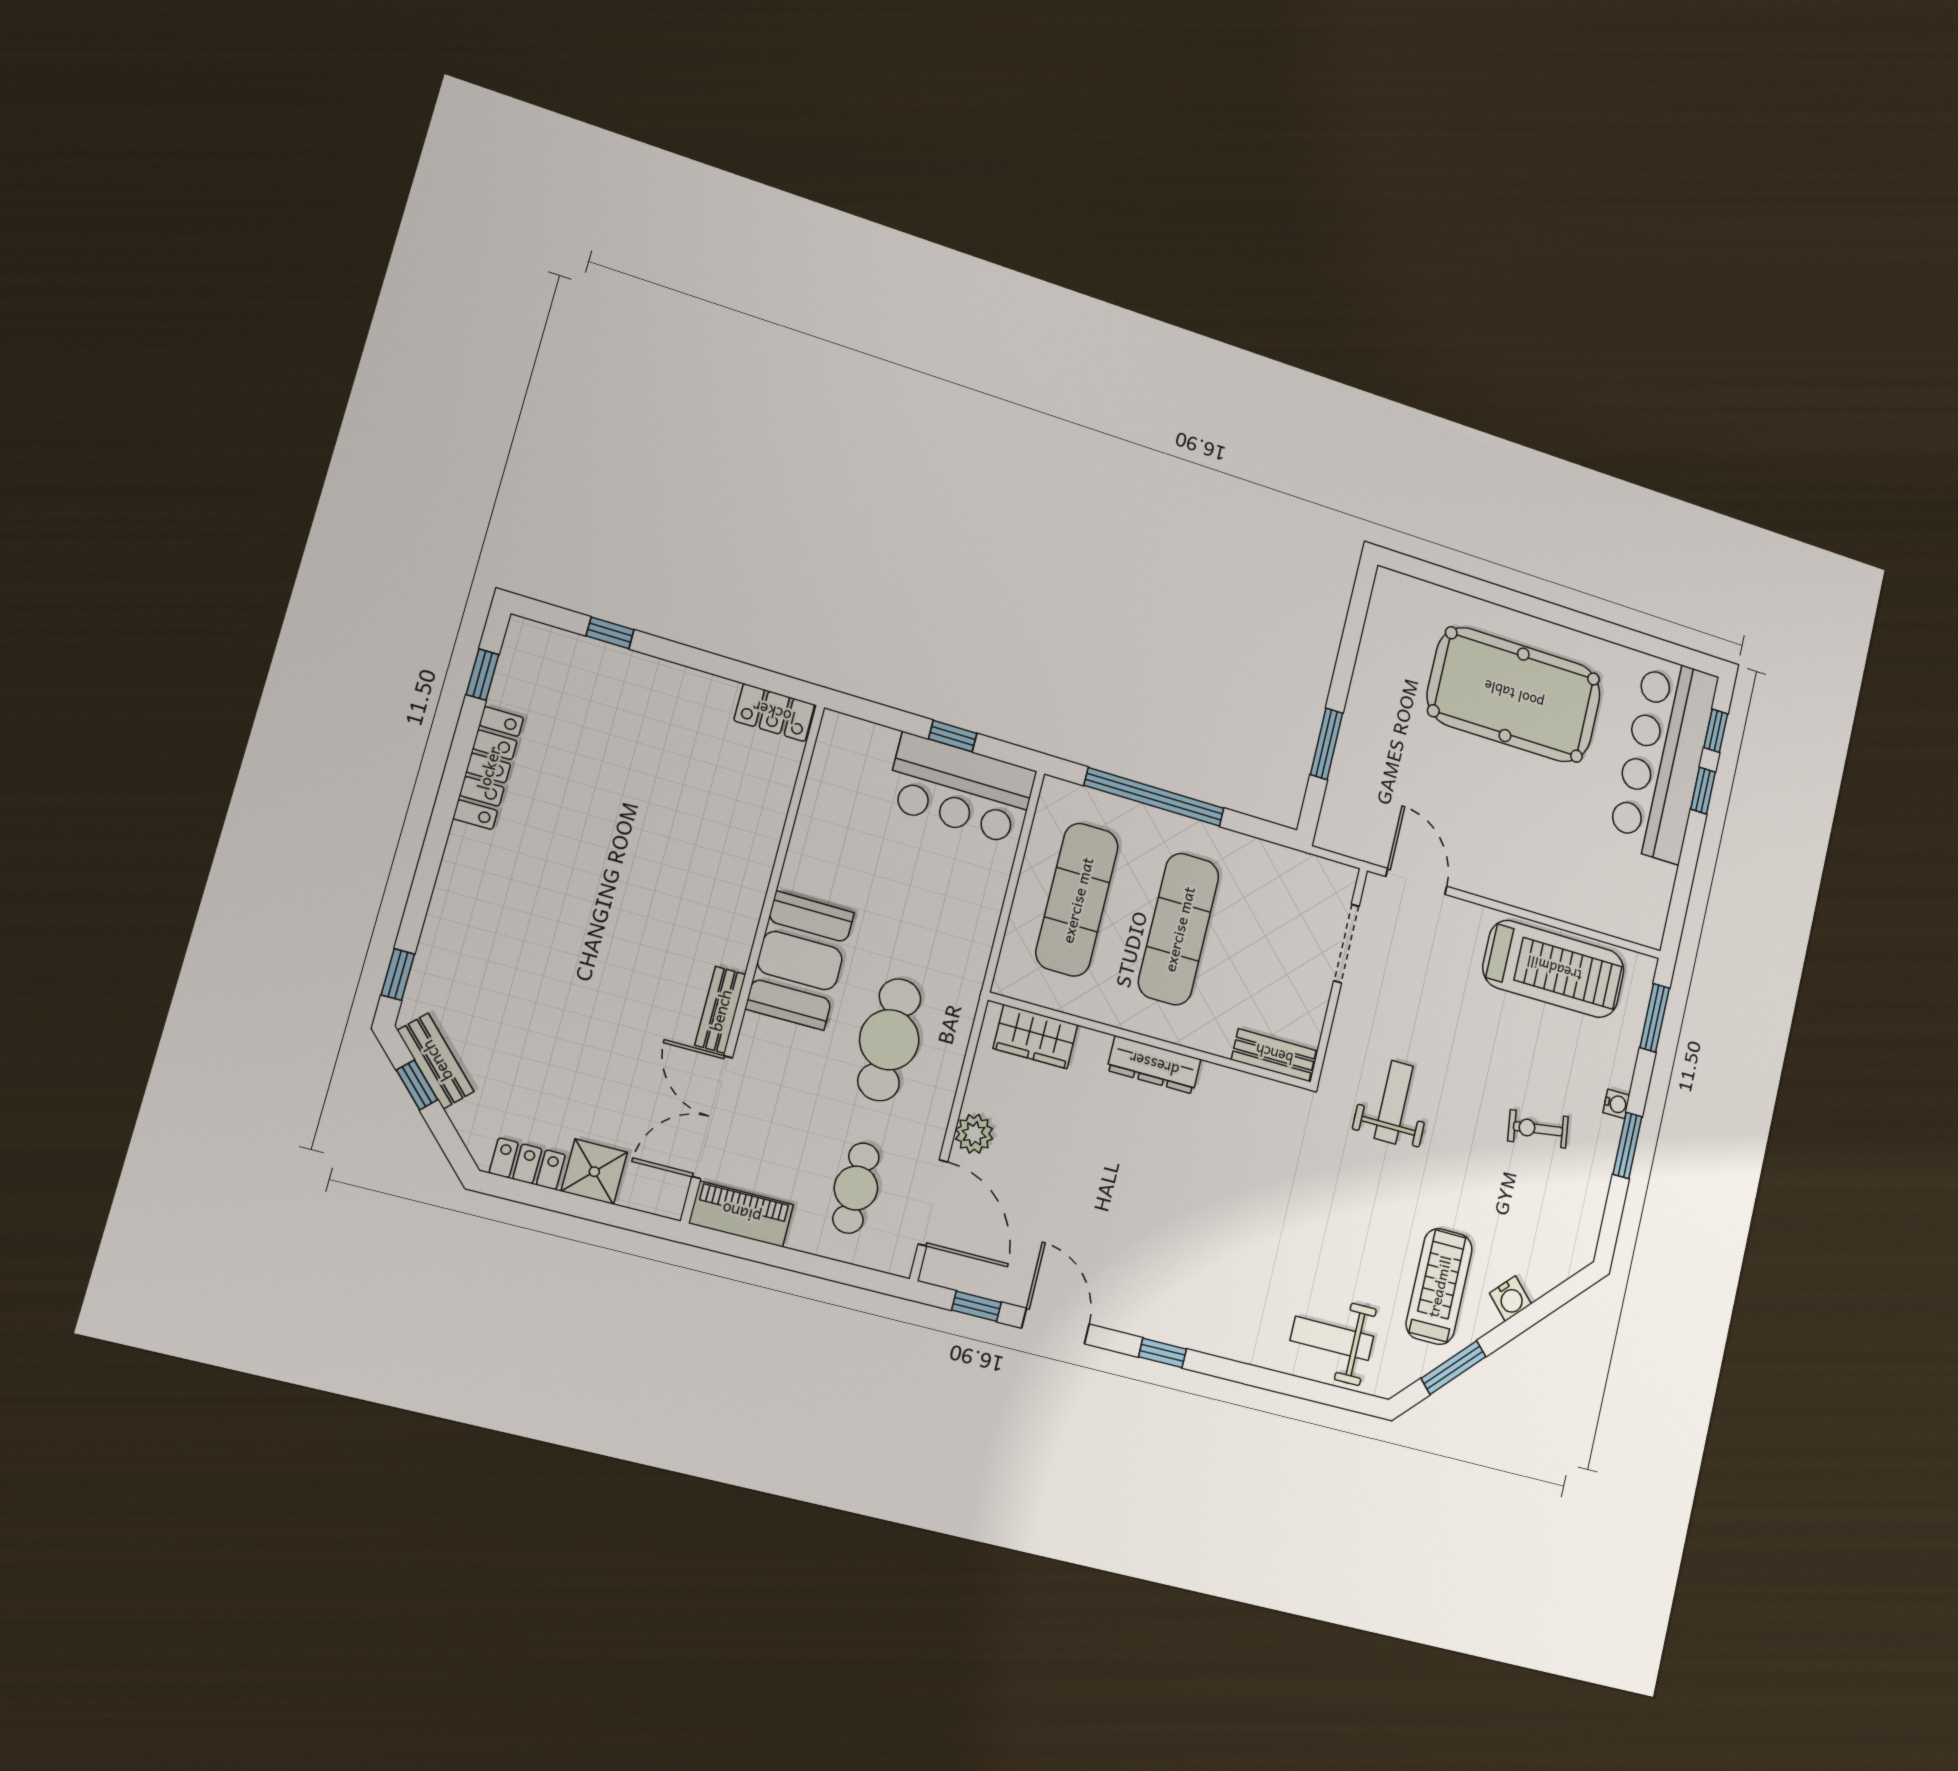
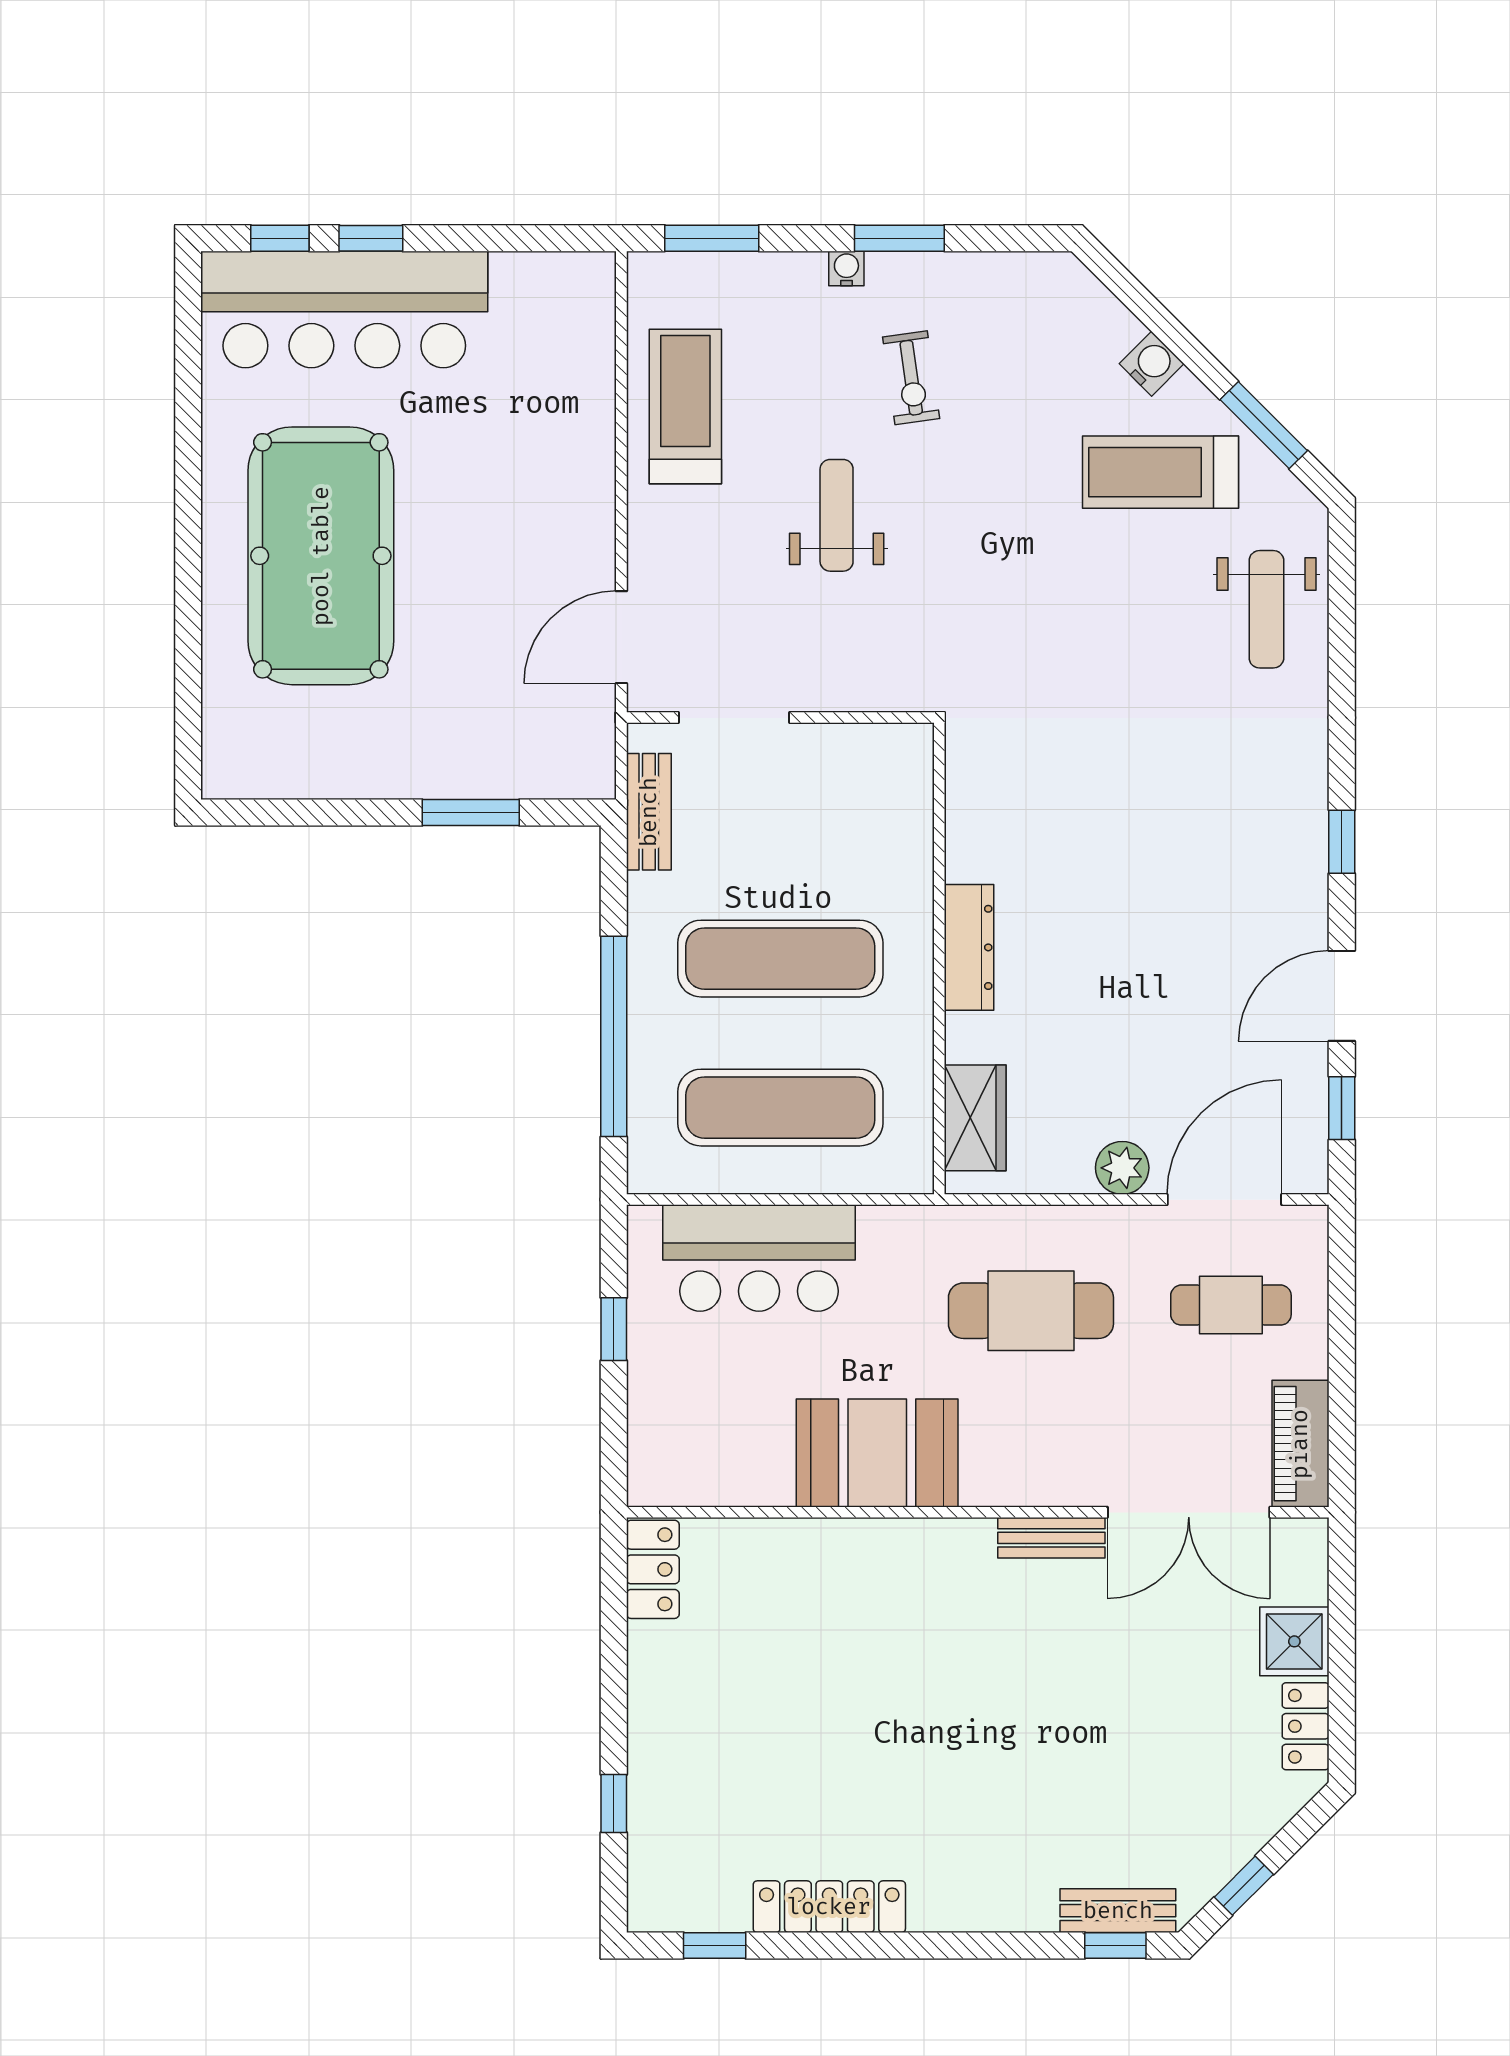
bar counter: (961, 789) -> (759, 1258), moved, turned 90
booth: (800, 961) -> (877, 1453), moved
treadmill: (1554, 969) -> (685, 407), width x0.73, depth x0.73
bench: (1274, 1055) -> (649, 812), moved
bench: (436, 1061) -> (1118, 1911), moved, turned 45
weight bench: (1394, 1102) -> (837, 515), moved, turned 90

